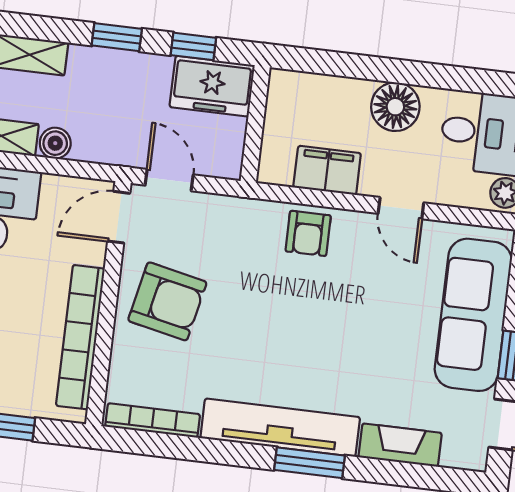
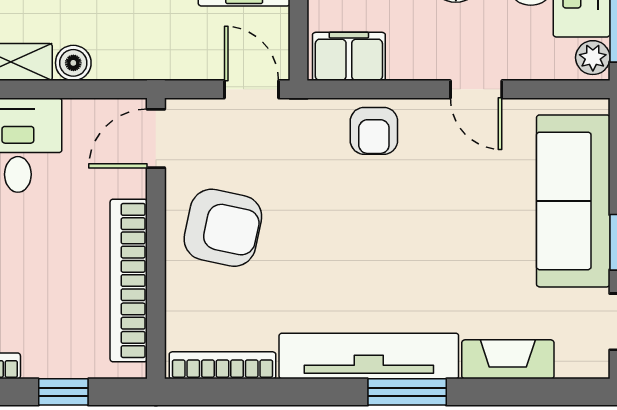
filing cabinet: (327, 170) -> (349, 56), moved
door: (169, 180) -> (251, 89), moved

